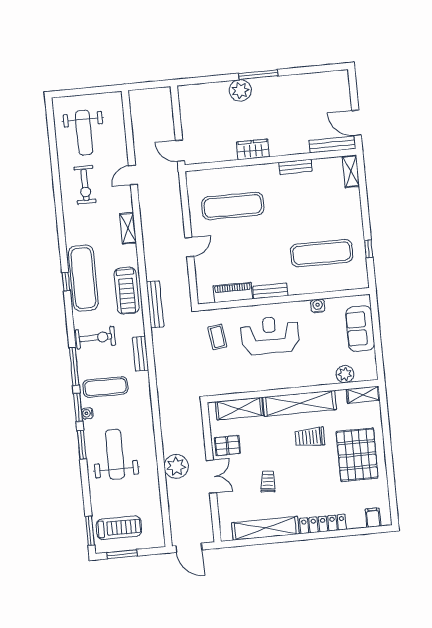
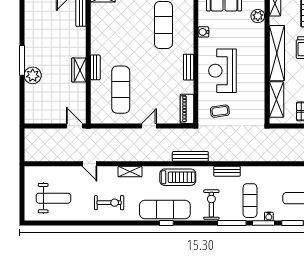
door: (180, 151) -> (74, 126), swing flipped
bench: (295, 167) -> (95, 67), moved
exercise bike: (85, 185) -> (109, 203), moved
door: (189, 247) -> (149, 126), hinge flipped
piano: (233, 292) -> (187, 109), moved

